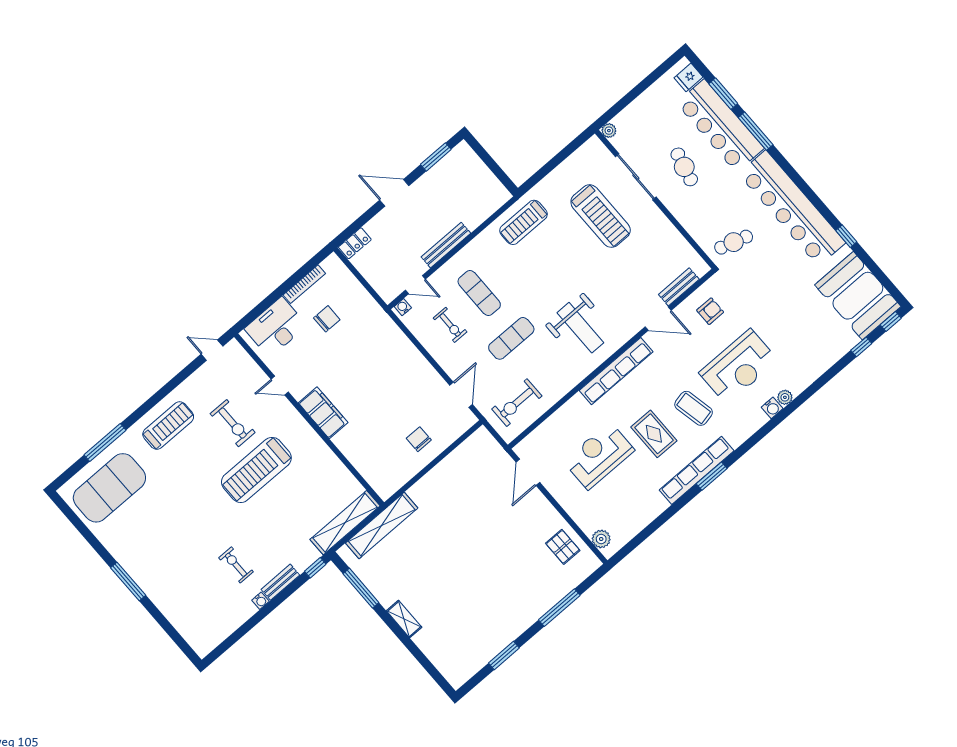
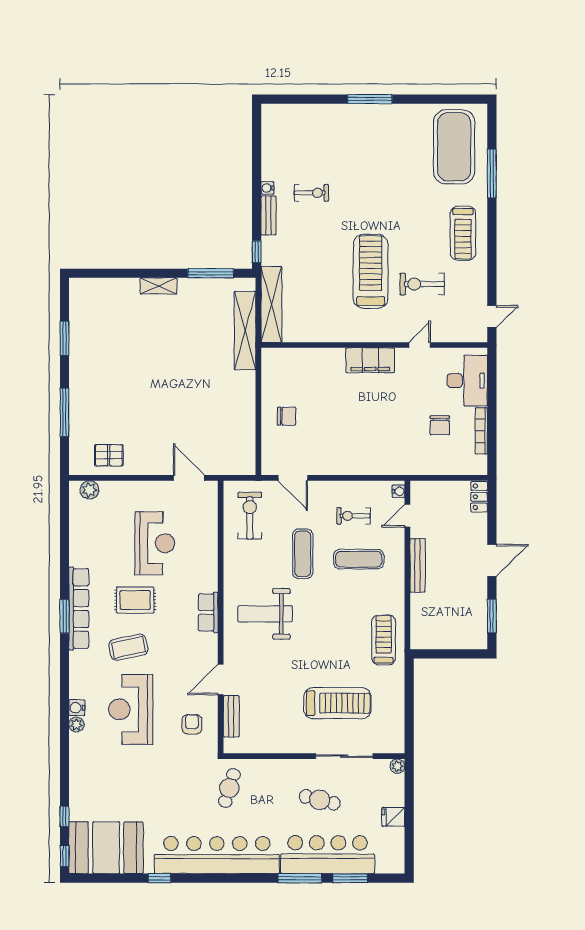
fridge: (689, 77) -> (393, 817), moved, turned -90
treadmill: (601, 216) -> (337, 703), turned 180
armchair: (710, 311) -> (192, 724), turned 180
row of seats: (616, 371) -> (208, 612), width x0.50

